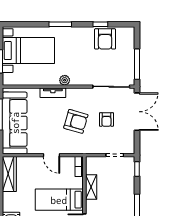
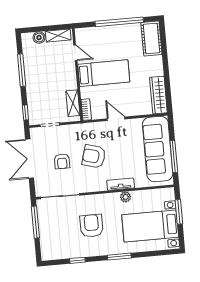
armchair: (105, 39) -> (92, 226), moved
plant: (65, 80) -> (126, 197), moved
double door: (137, 112) -> (30, 159), moved
armchair: (106, 119) -> (62, 161), turned 180
shelving: (91, 187) -> (73, 103), moved

